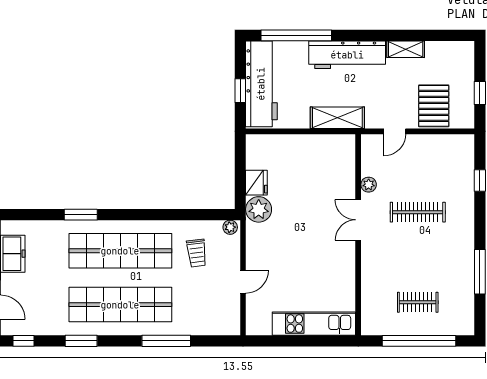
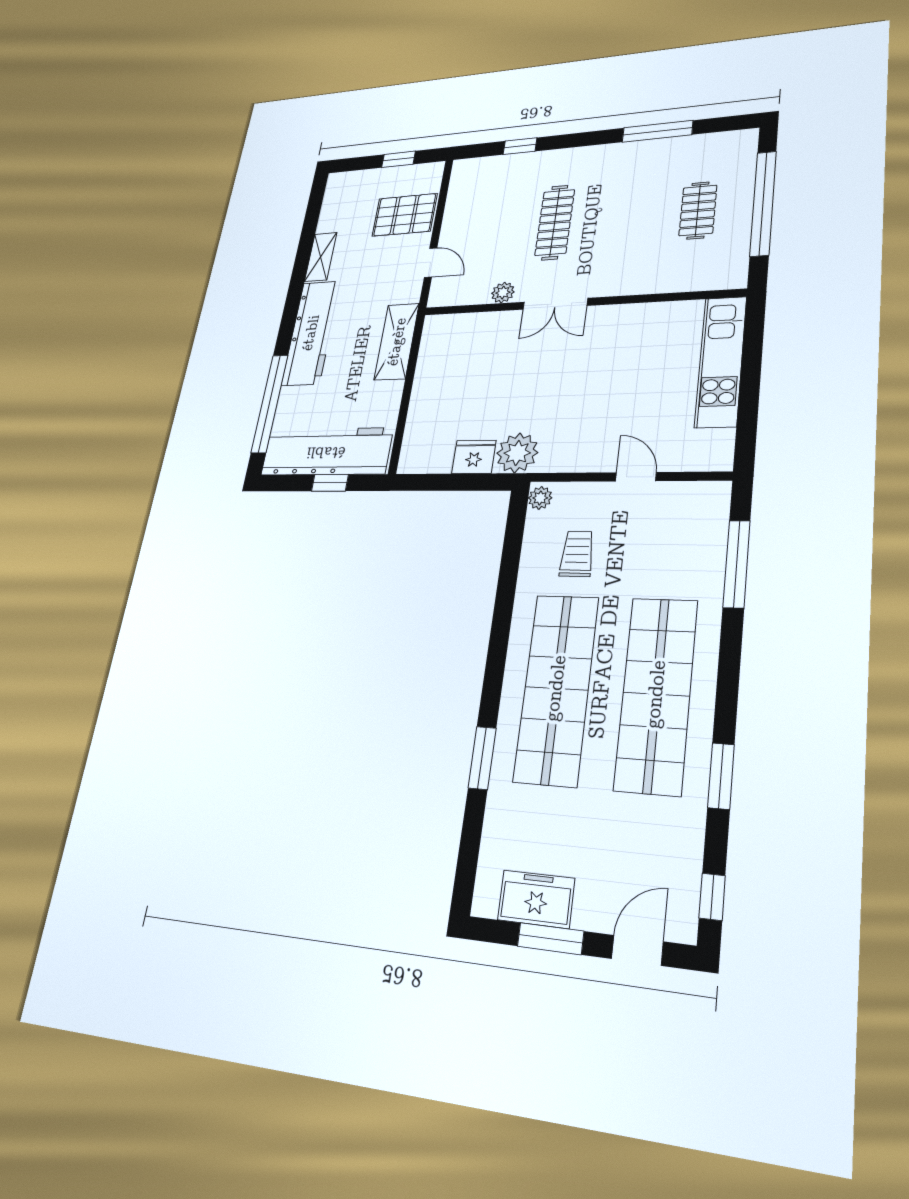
trolley: (197, 253) -> (577, 554), turned -83
window: (166, 341) -> (737, 564), moved

